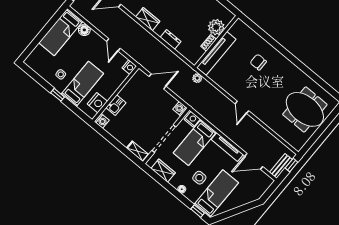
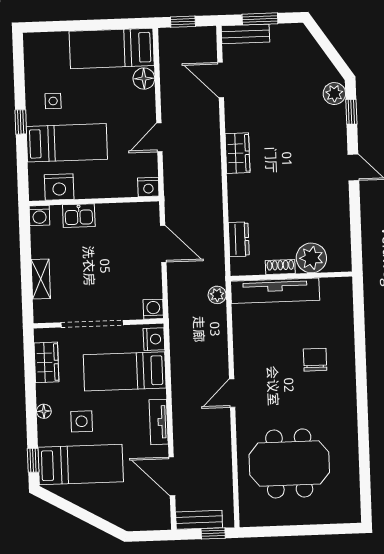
dresser: (171, 39) -> (239, 239), moved
meeting table: (305, 109) -> (289, 463), moved, turned 90
tv unit: (227, 147) -> (159, 422), width x0.71
shelving: (138, 151) -> (41, 279), moved

